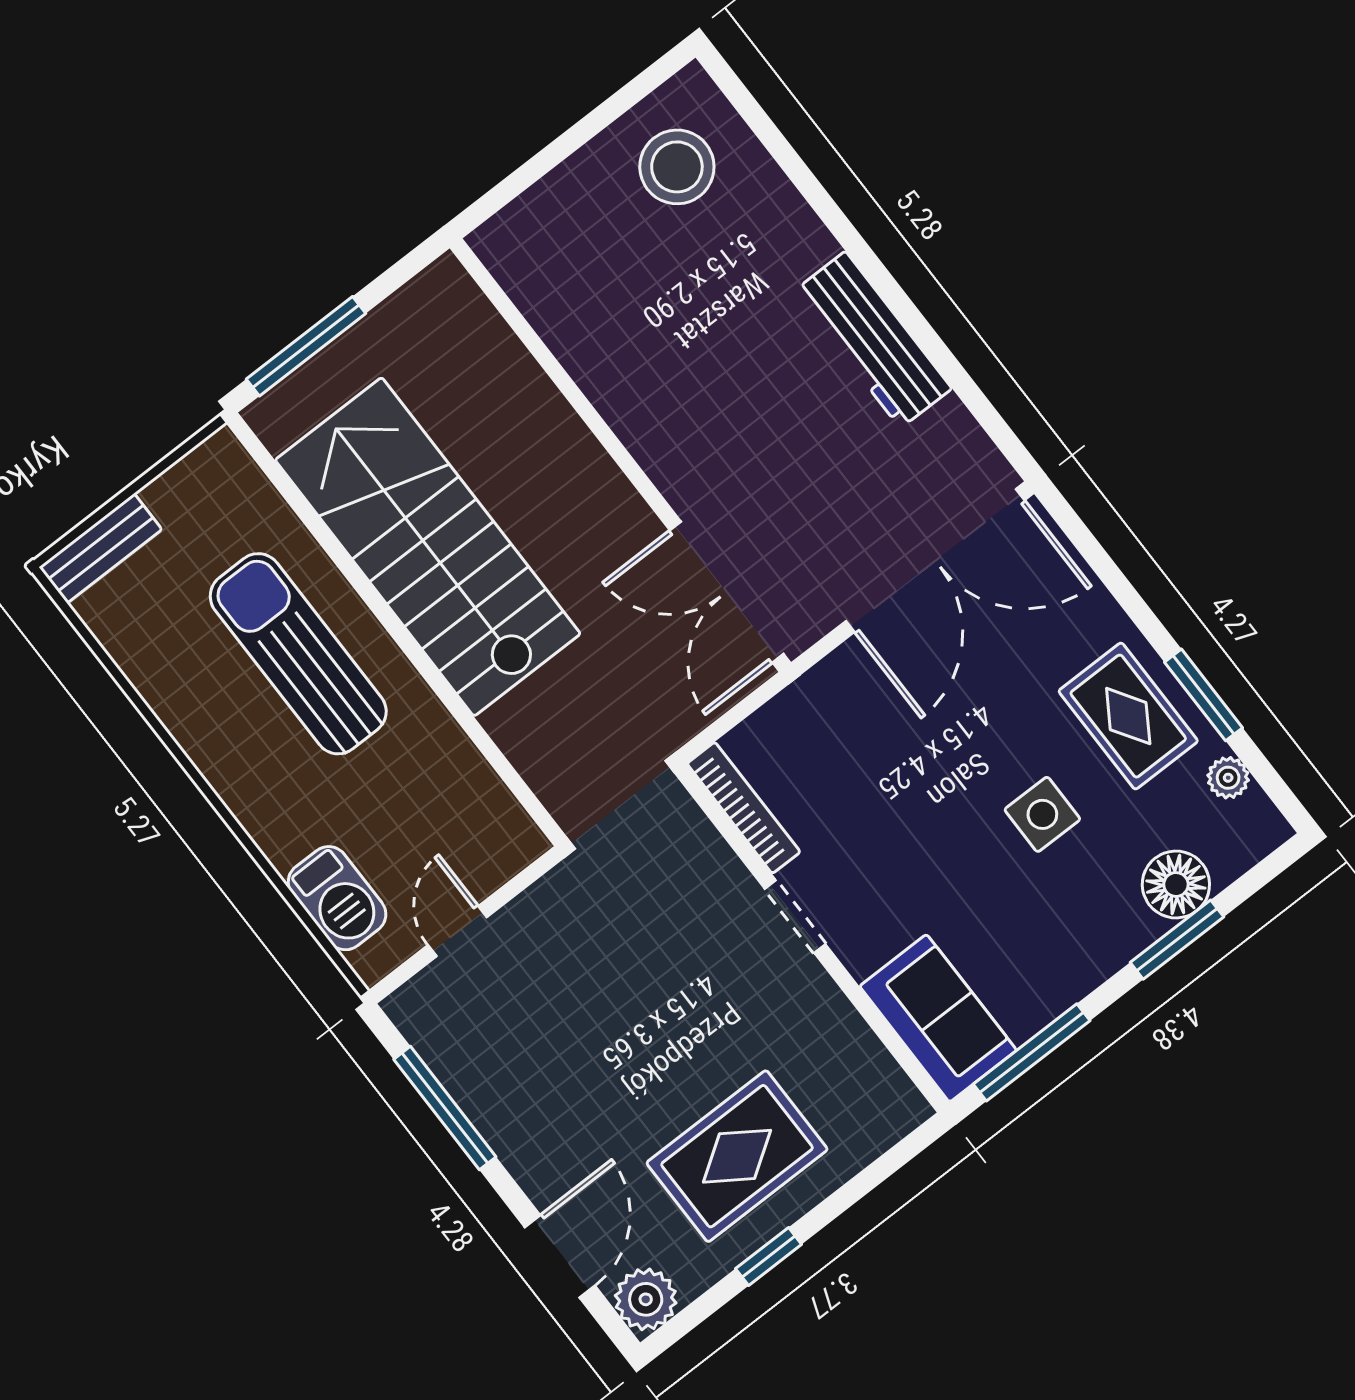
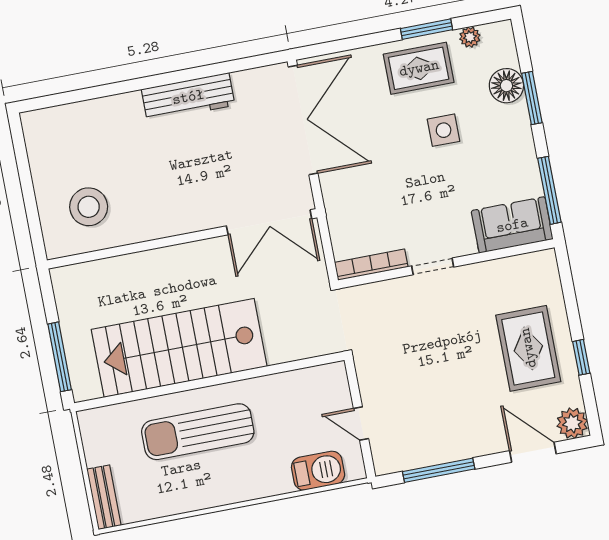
stool: (677, 167) -> (89, 207), moved

